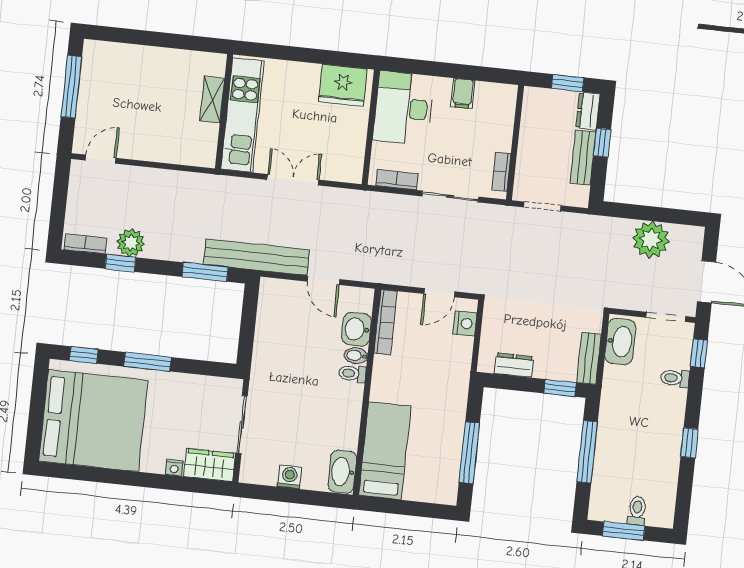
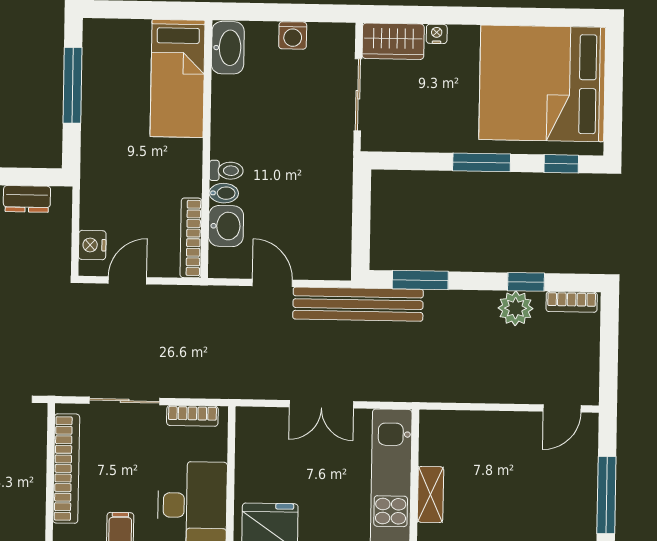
bookcase: (501, 172) -> (66, 469), width x2.31, depth x1.31

